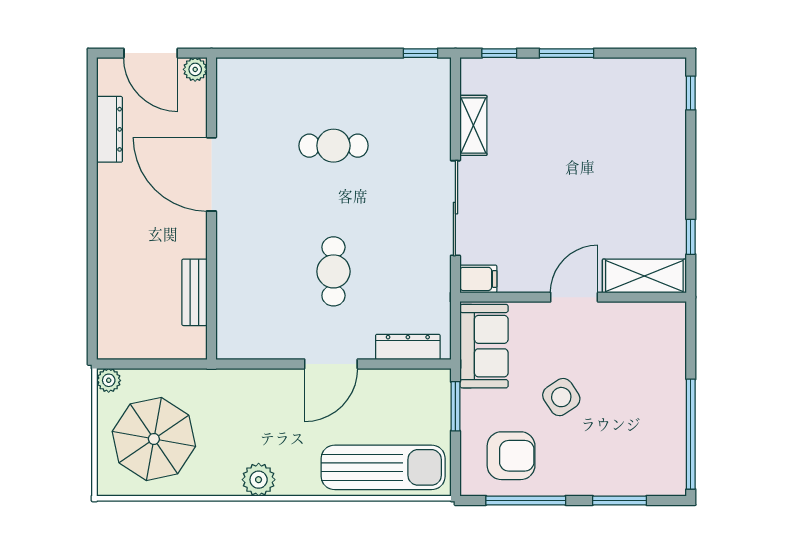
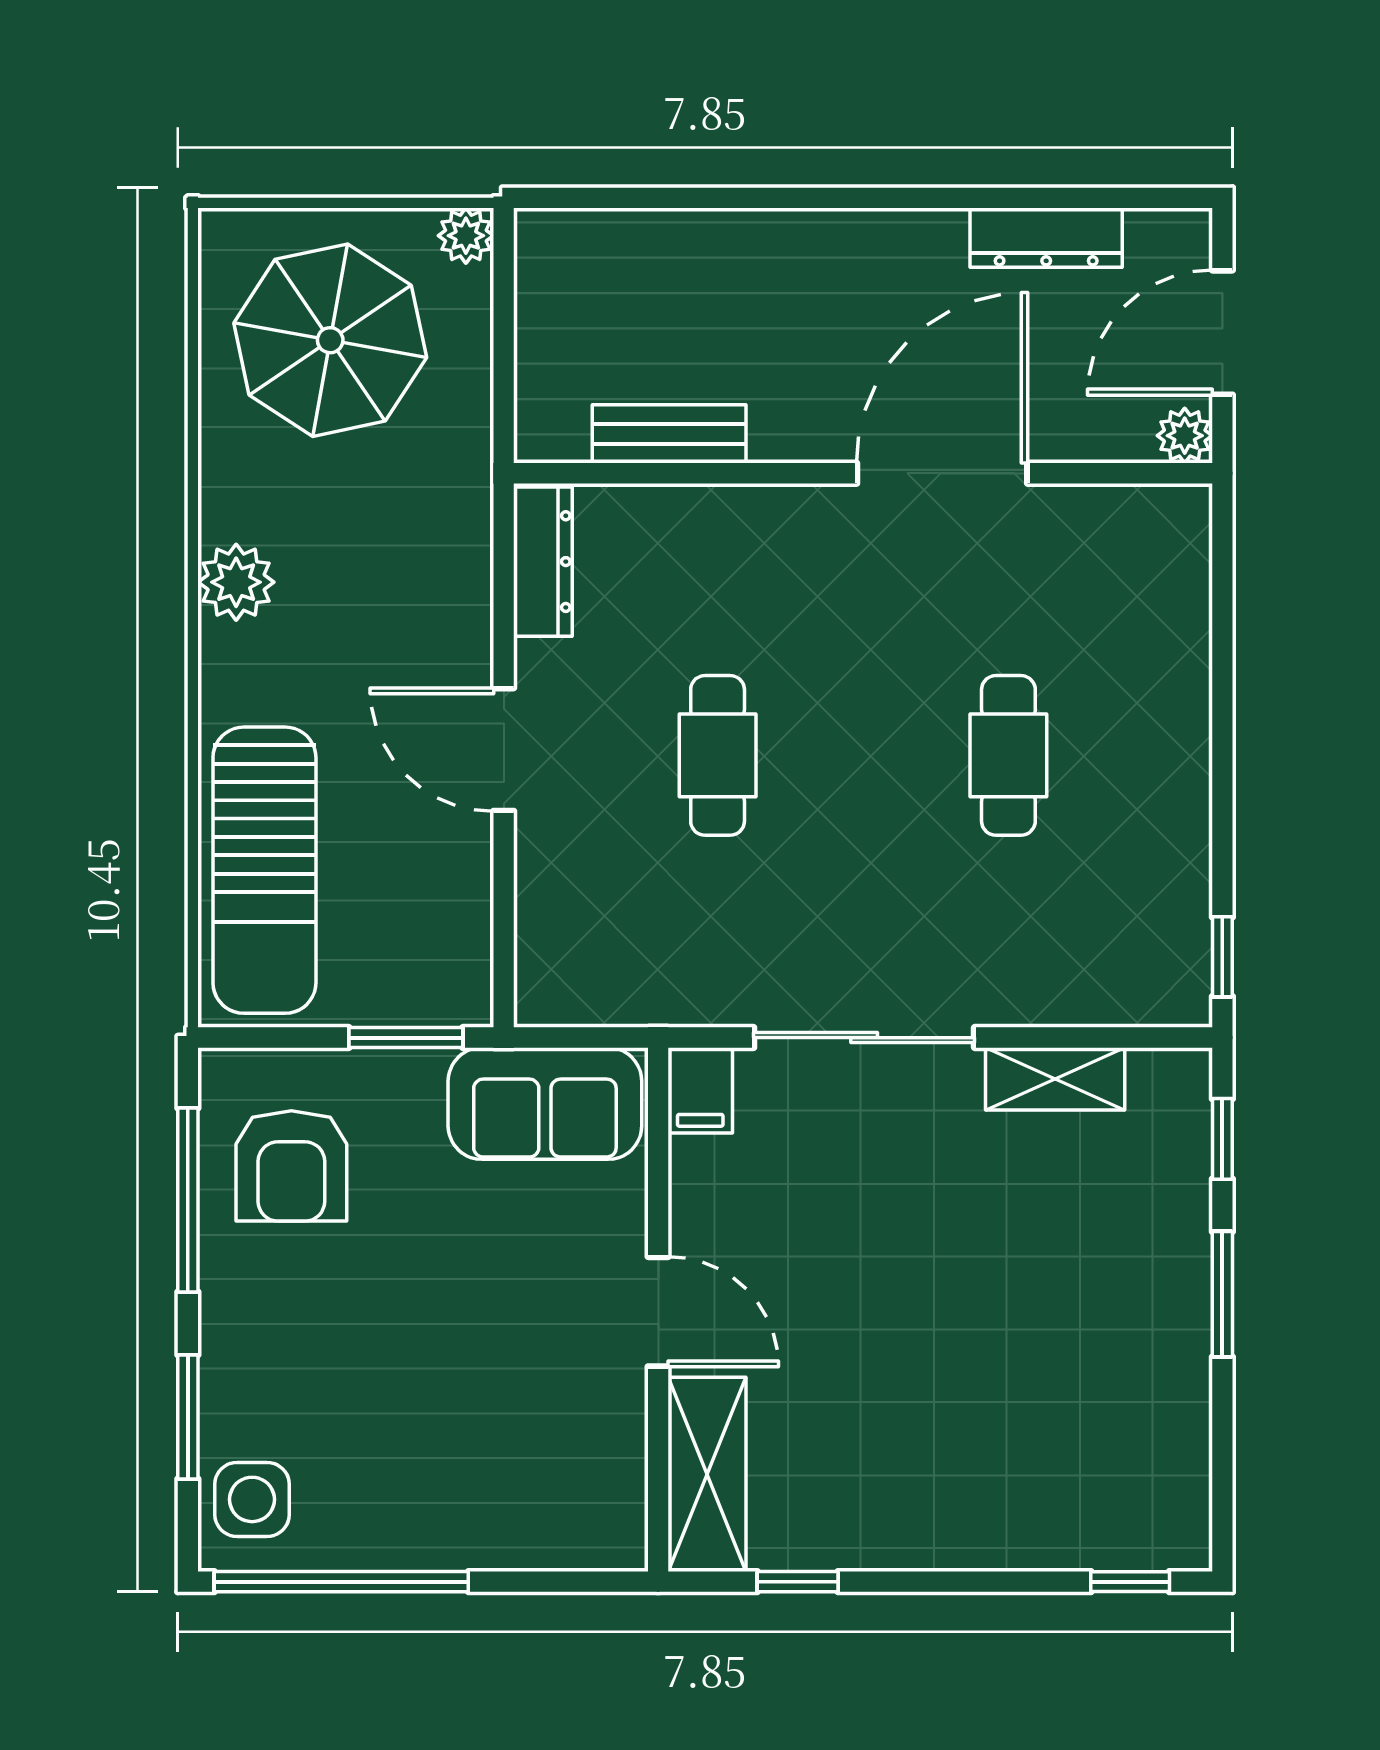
cafe table: (333, 271) -> (718, 755), turned 90
dresser: (408, 347) -> (543, 562), moved
side table: (561, 397) -> (252, 1499), moved, turned 34

